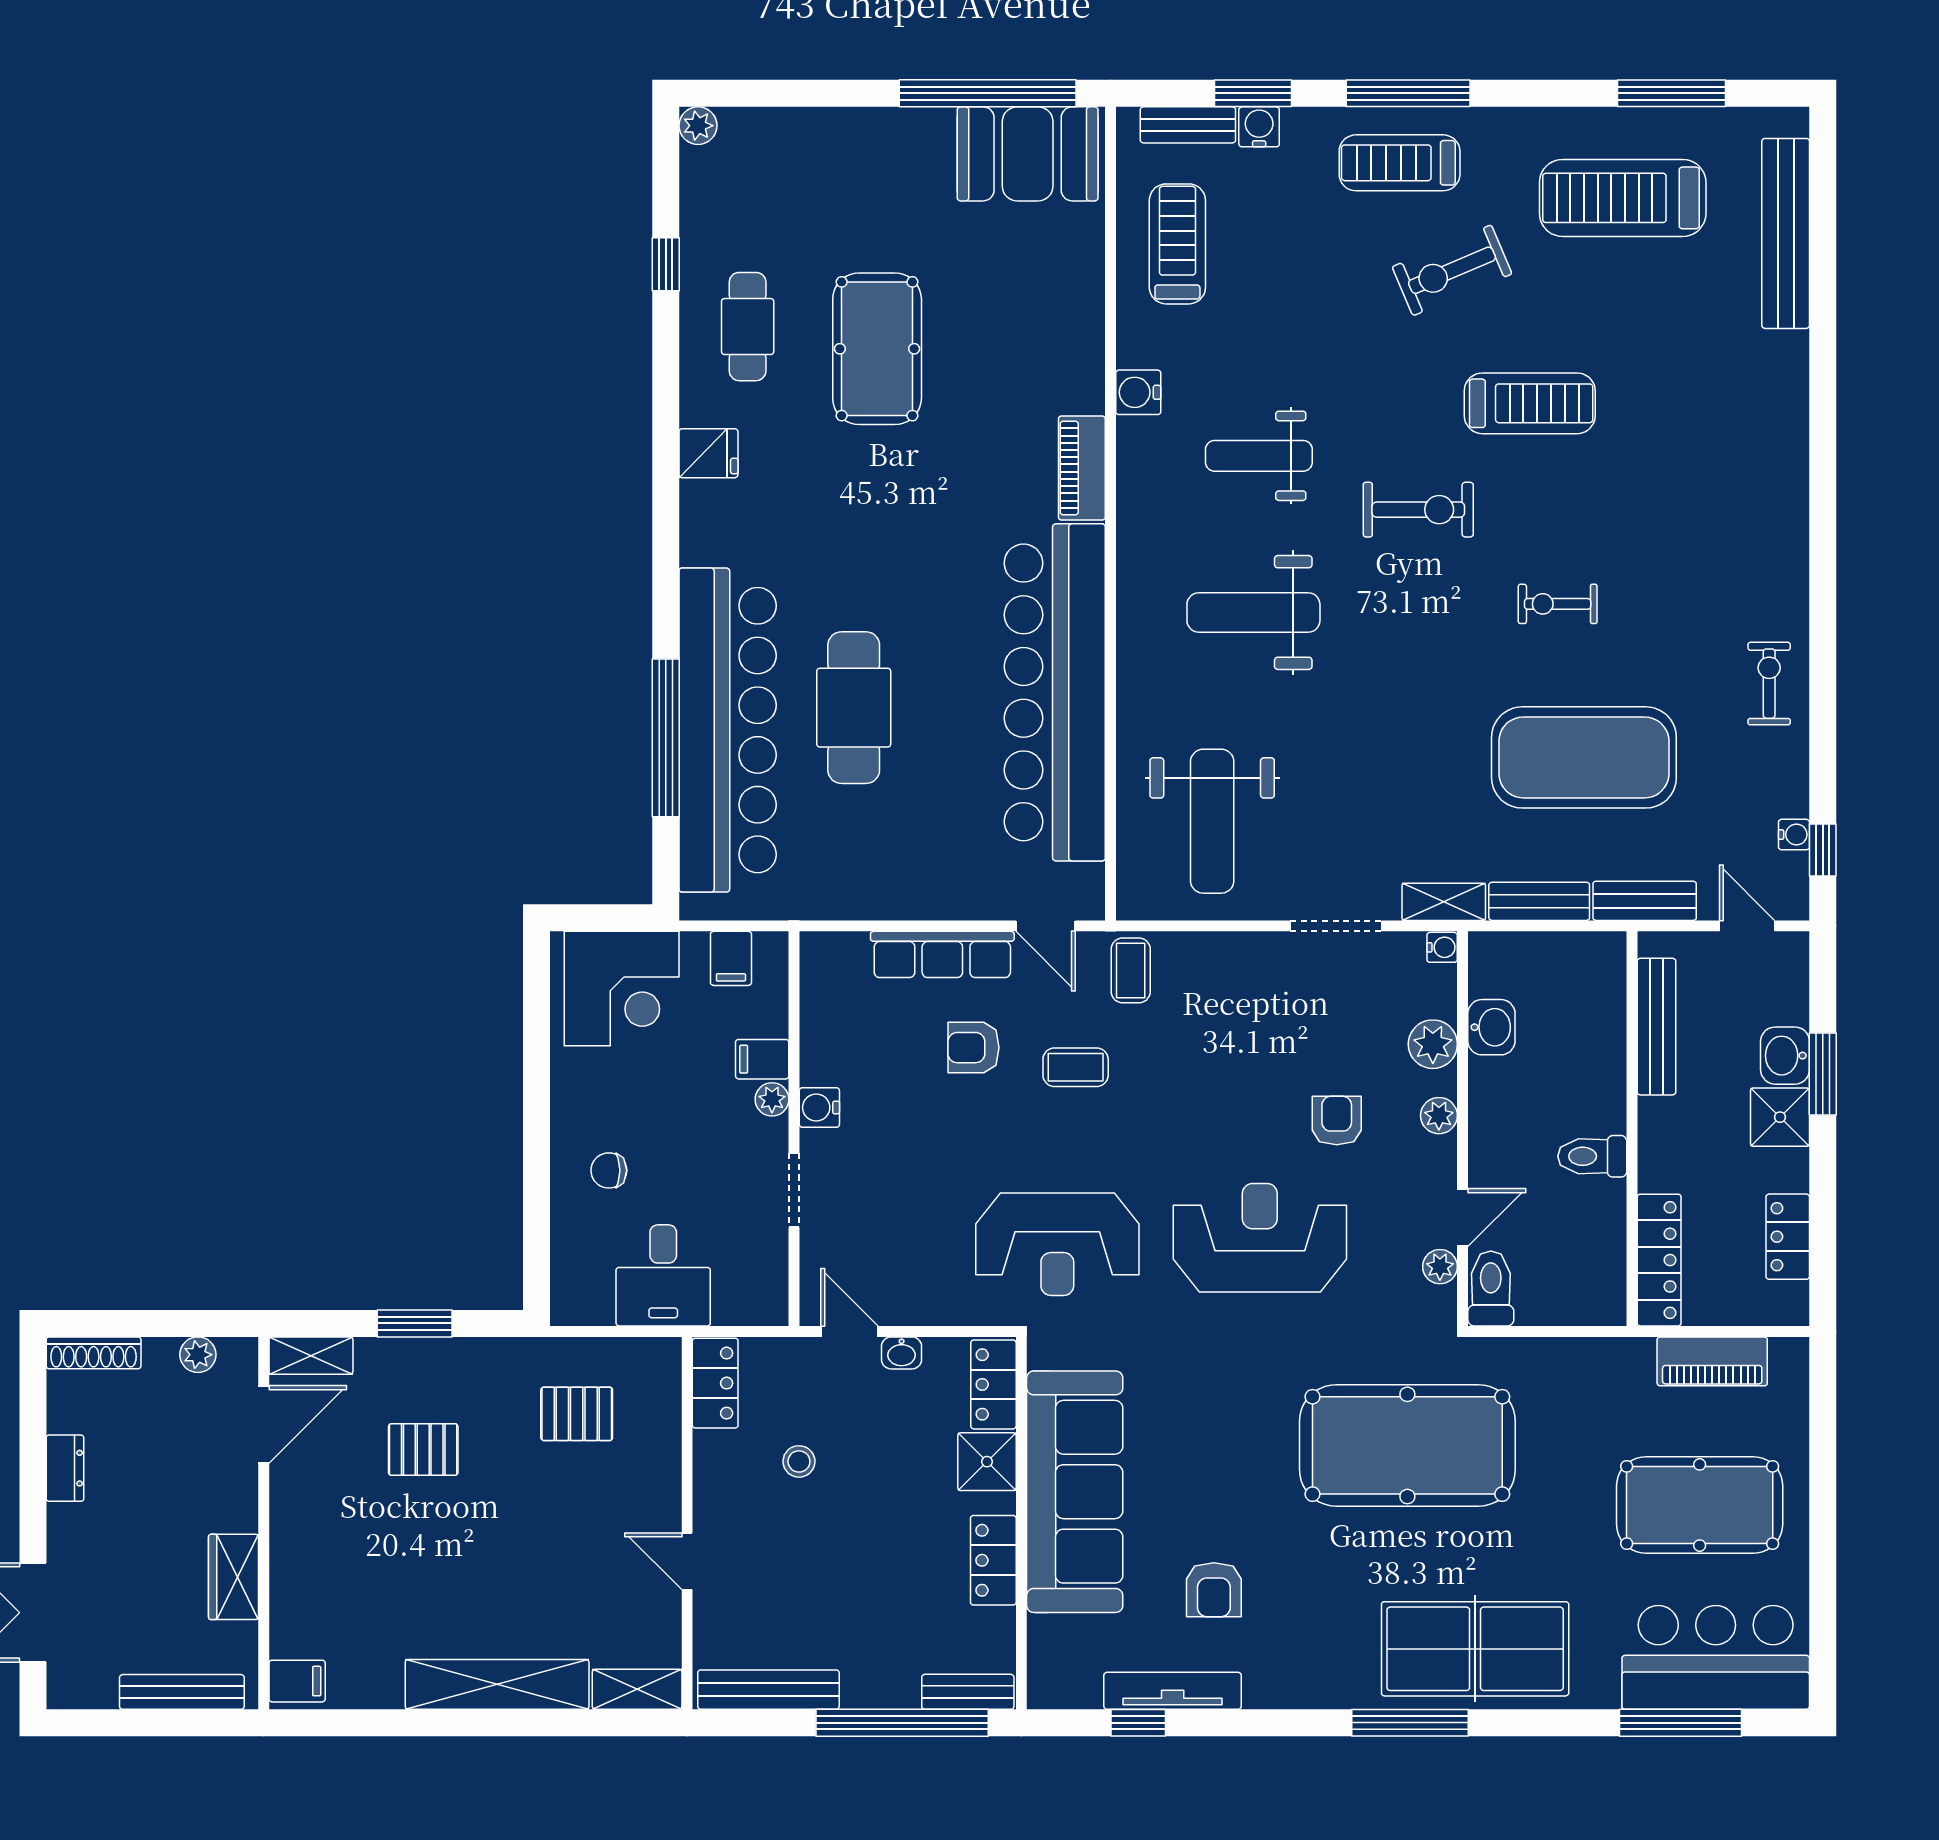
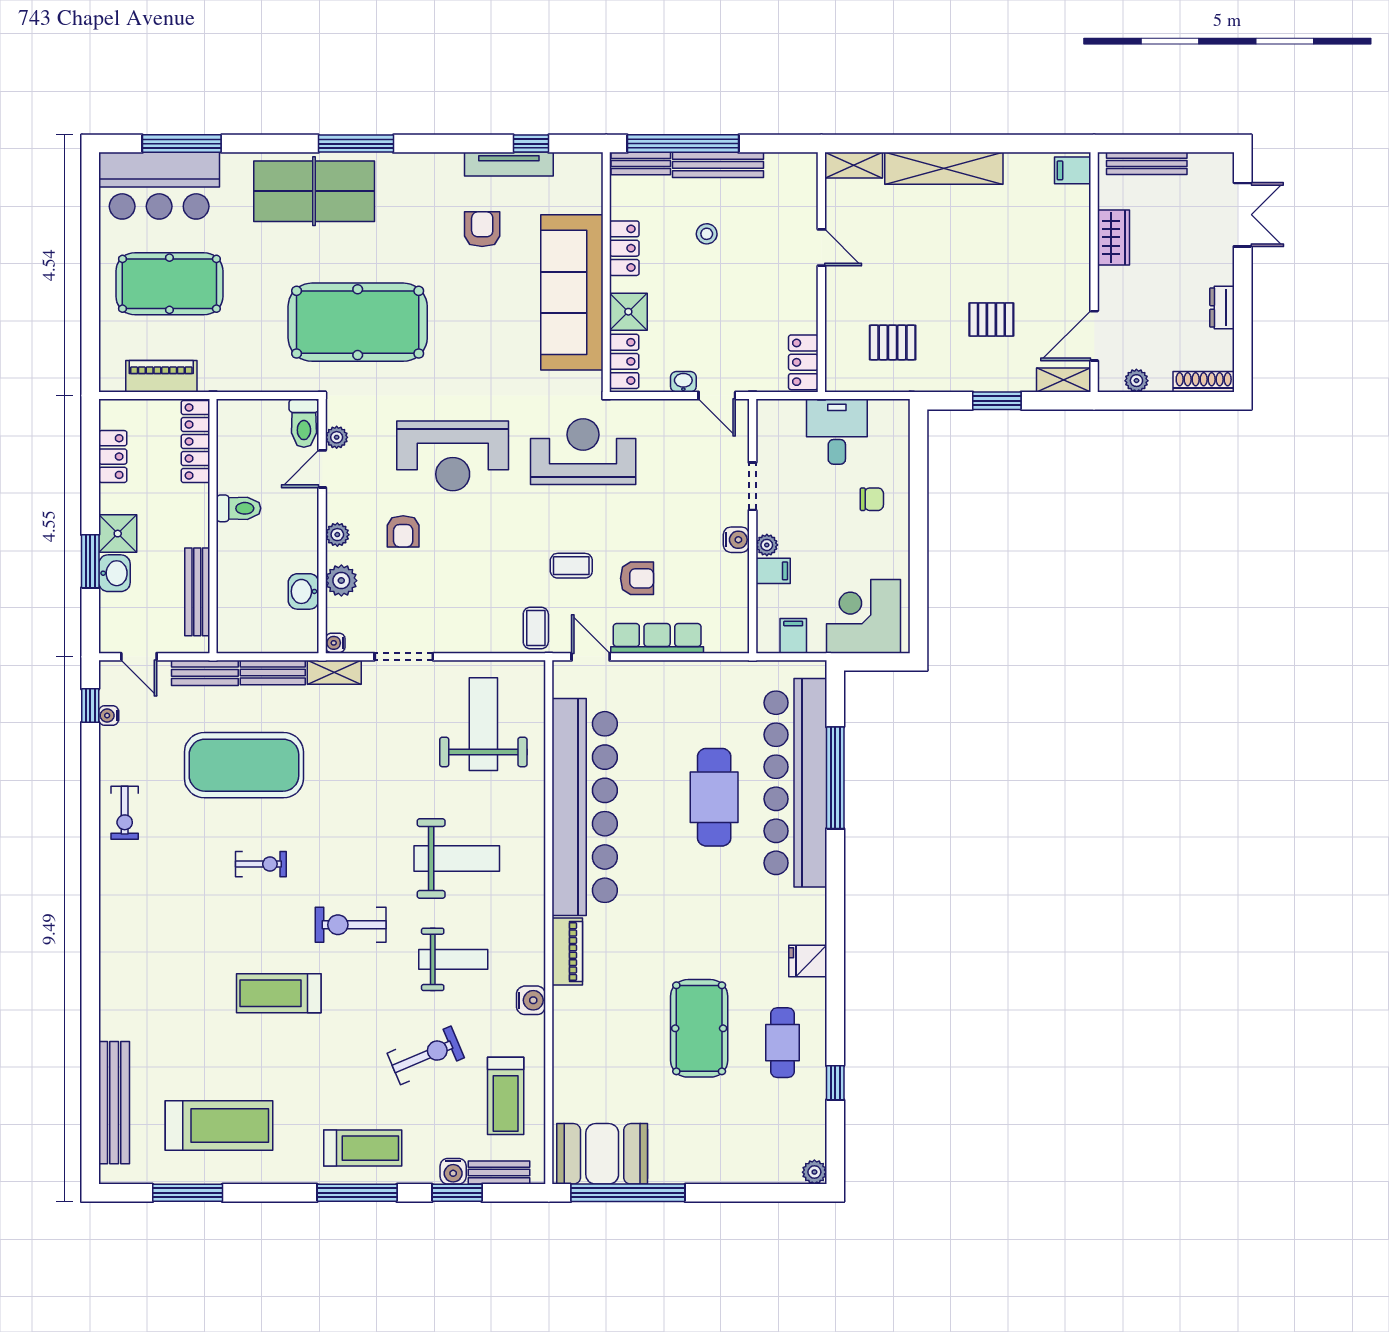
exercise bike: (1452, 270) -> (426, 1055), moved
stool: (799, 1461) -> (707, 234), moved
bench: (768, 1690) -> (718, 165), moved

